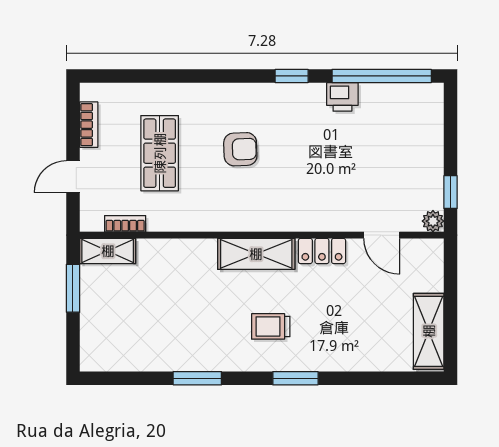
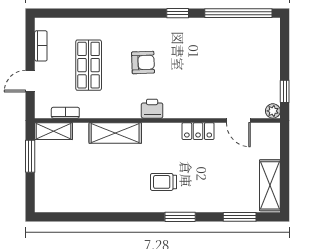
printer: (342, 97) -> (152, 109), moved, turned 180
shelving: (256, 254) -> (115, 133), moved
window: (197, 378) -> (240, 217), moved

